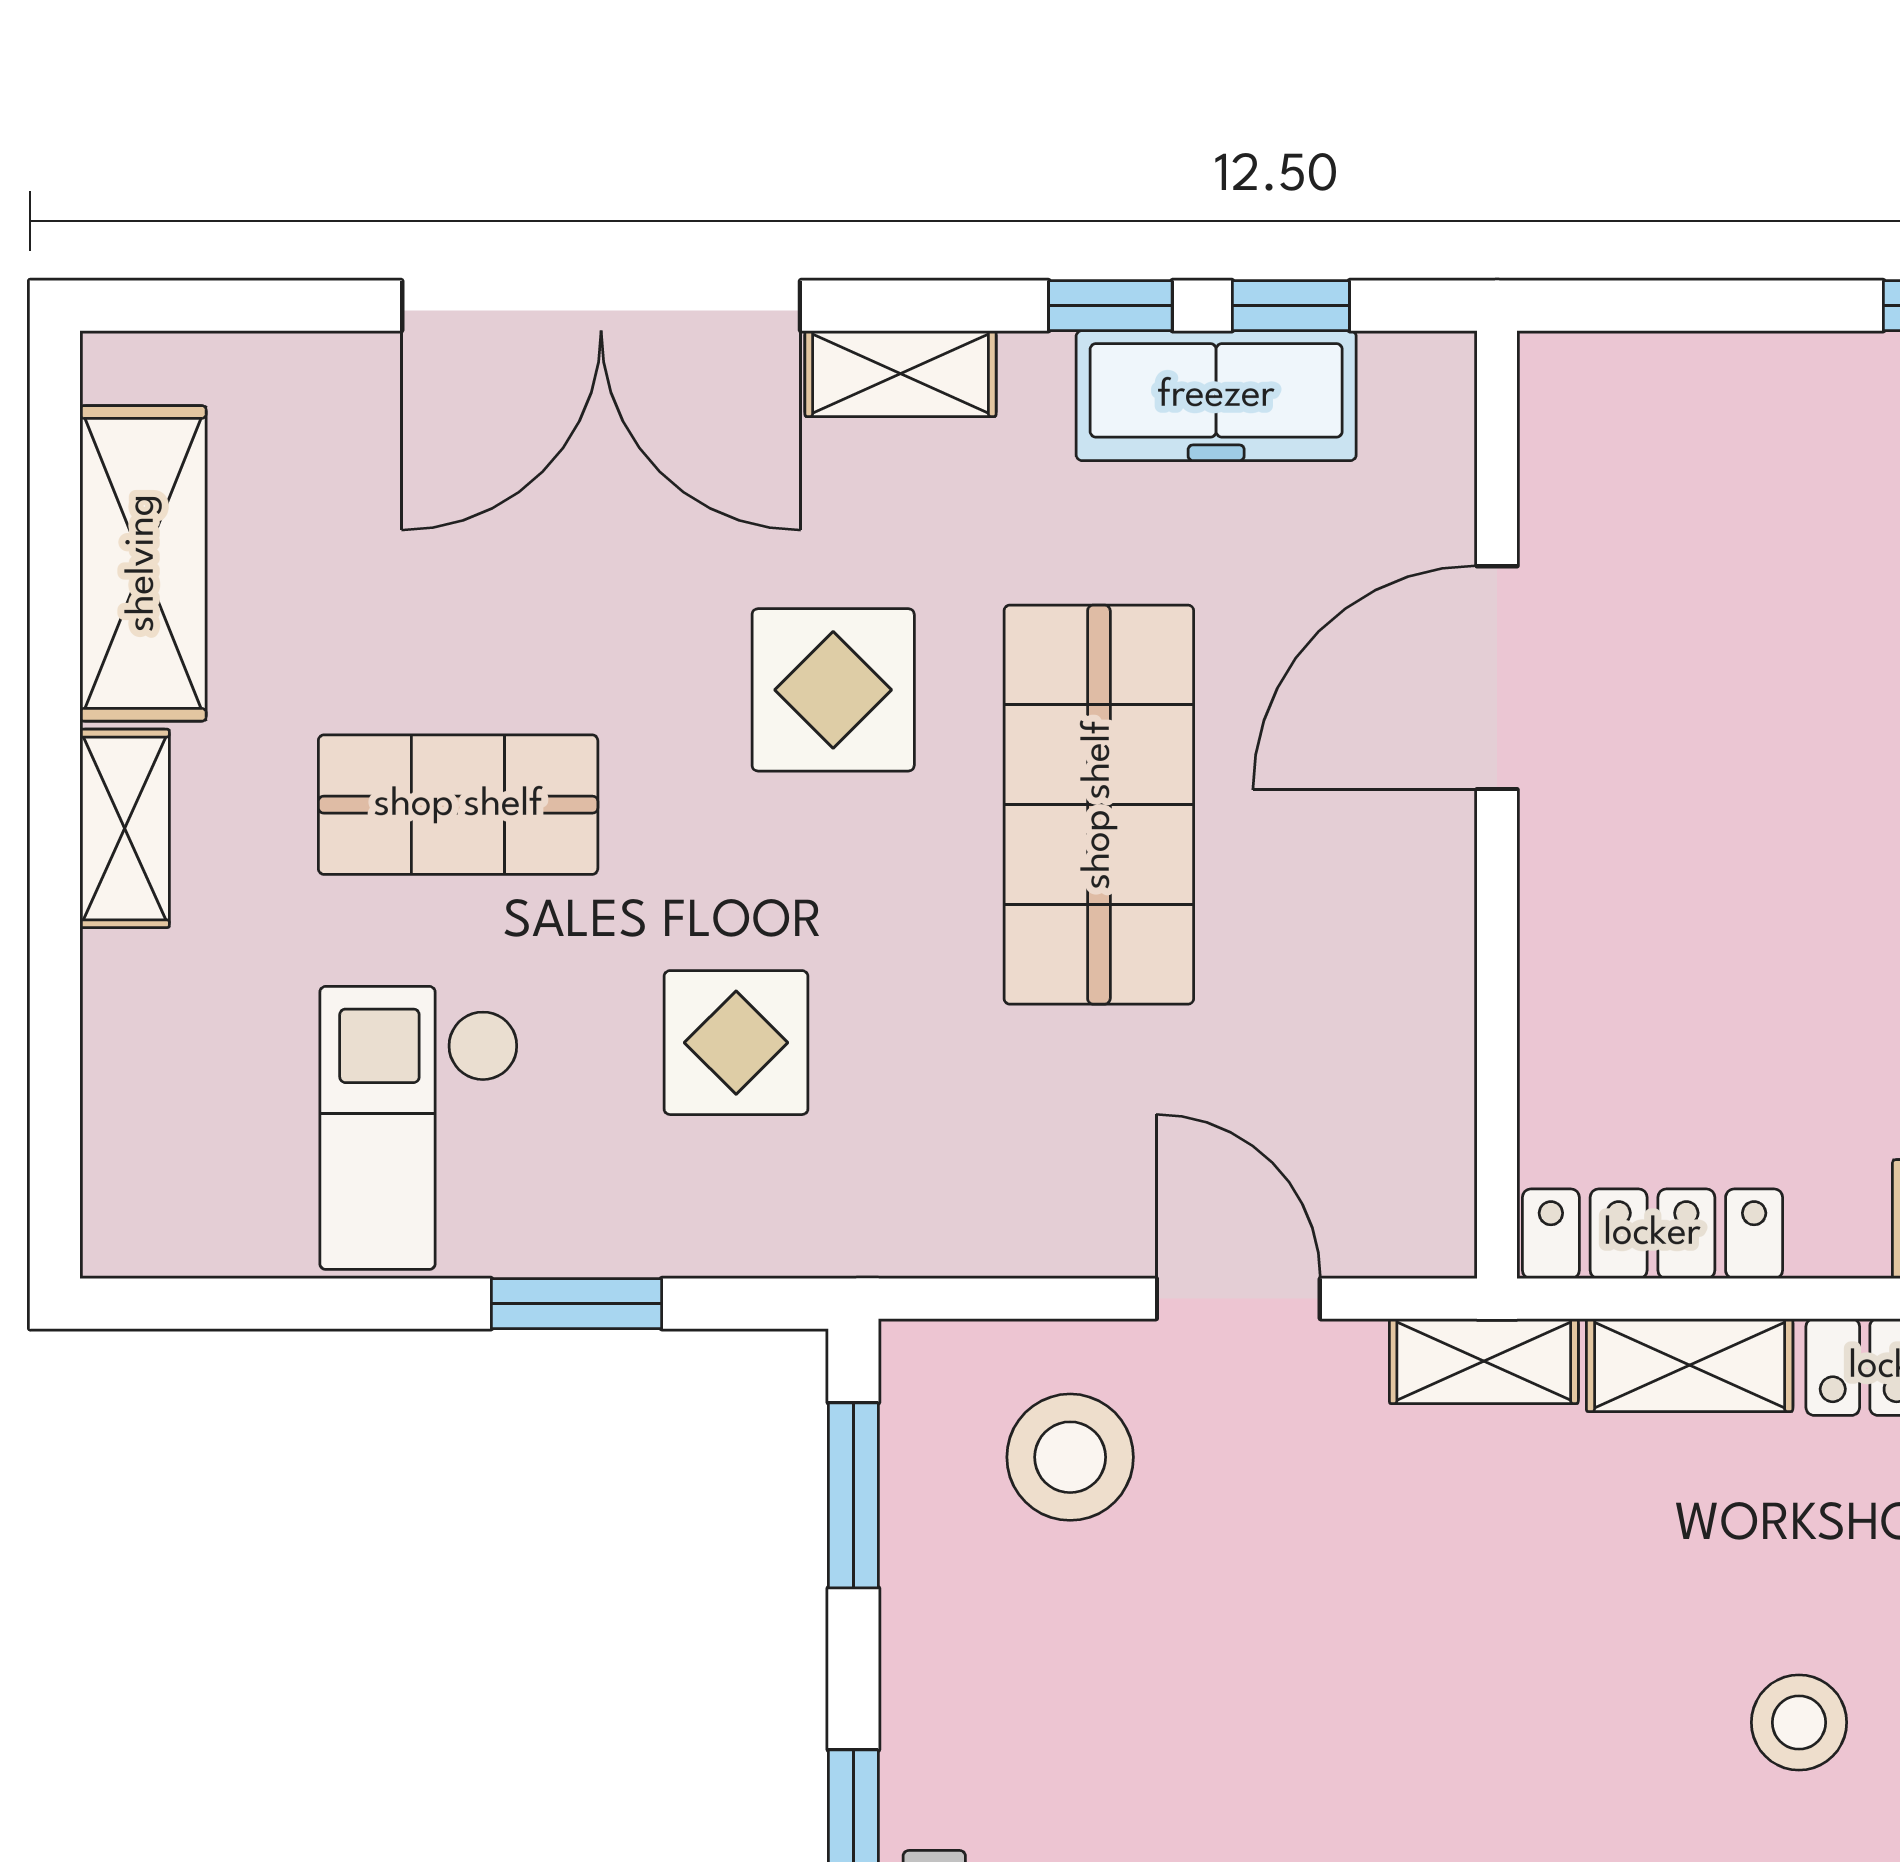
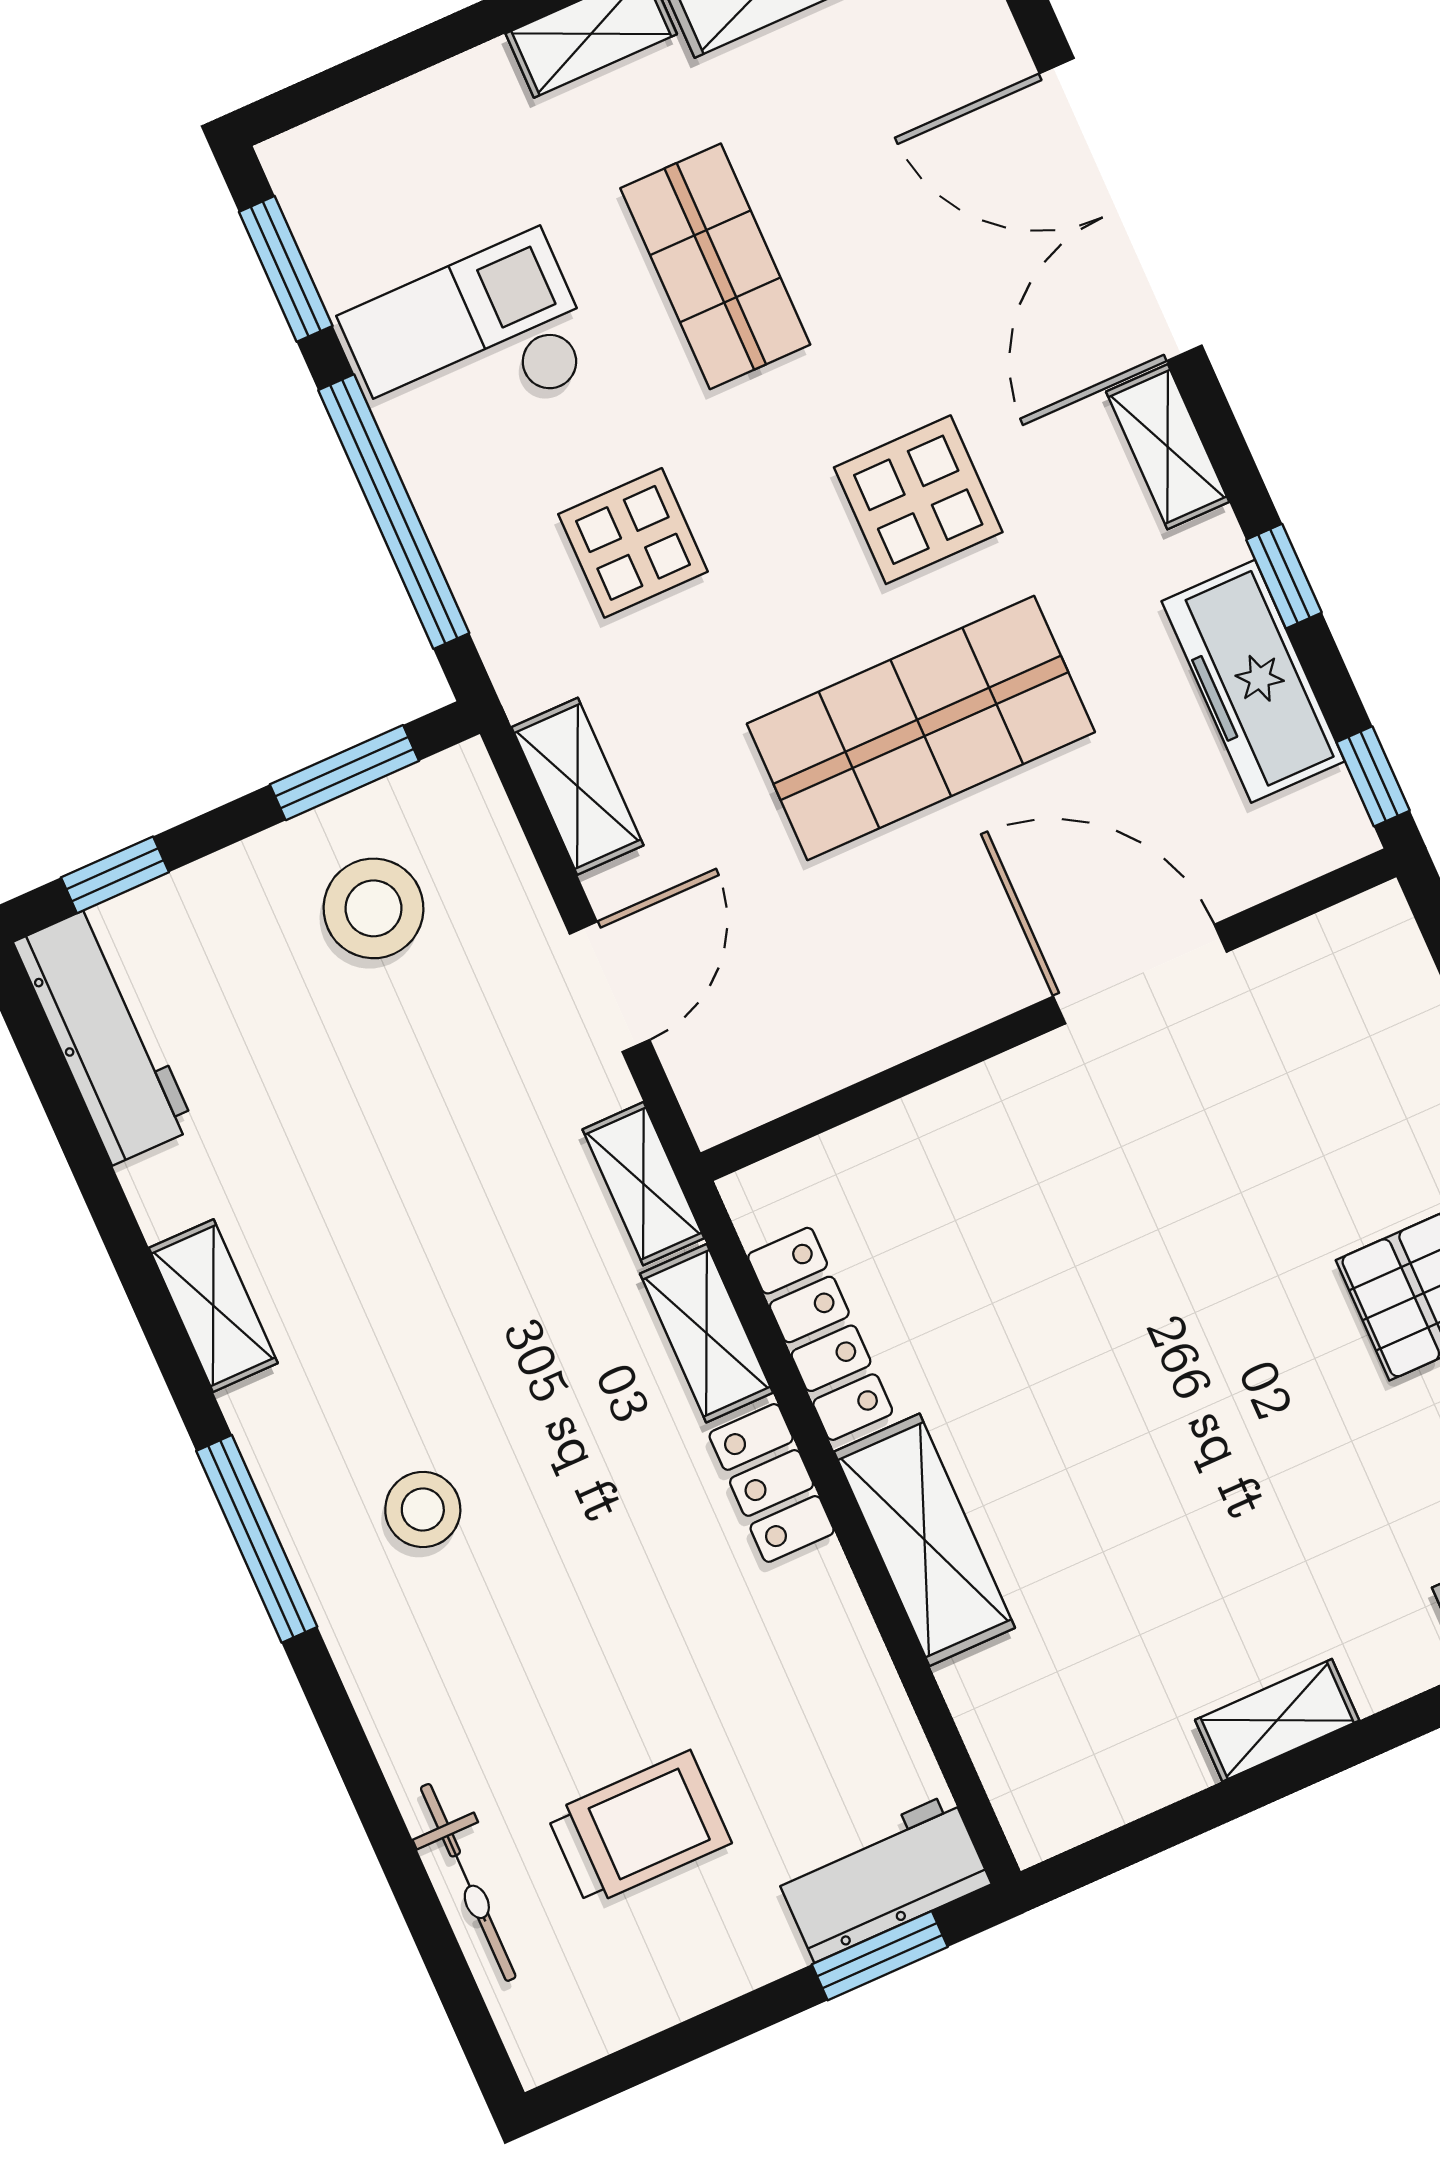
window: (1291, 306) -> (1373, 776), moved
shelving: (989, 1233) -> (577, 786), added
locker: (1652, 1234) -> (820, 1334), moved
window: (239, 1304) -> (286, 269), added
window: (576, 1304) -> (394, 512), width x2.11
stool: (1070, 1457) -> (373, 908), moved
stool: (1799, 1722) -> (423, 1509), moved

